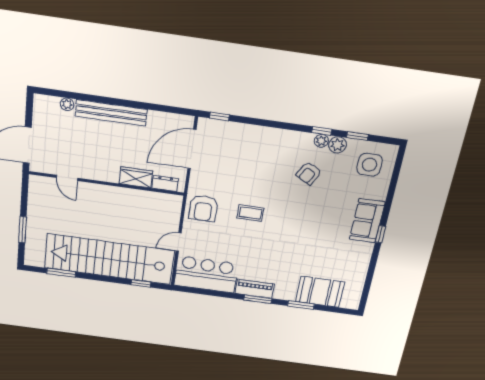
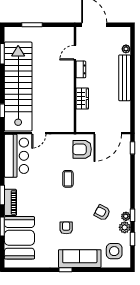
door: (192, 149) -> (108, 133), swing flipped
dresser: (165, 183) -> (81, 69), moved
armchair: (203, 208) -> (82, 149), moved
sofa: (367, 221) -> (80, 259), width x1.36
armchair: (320, 225) -> (66, 228), added
door: (179, 242) -> (39, 133), swing flipped
piano: (255, 289) -> (10, 202), moved
booth: (320, 292) -> (19, 238), width x1.36, depth x1.42

